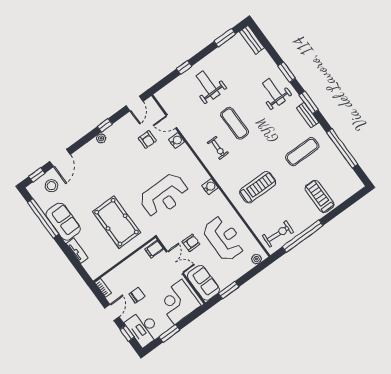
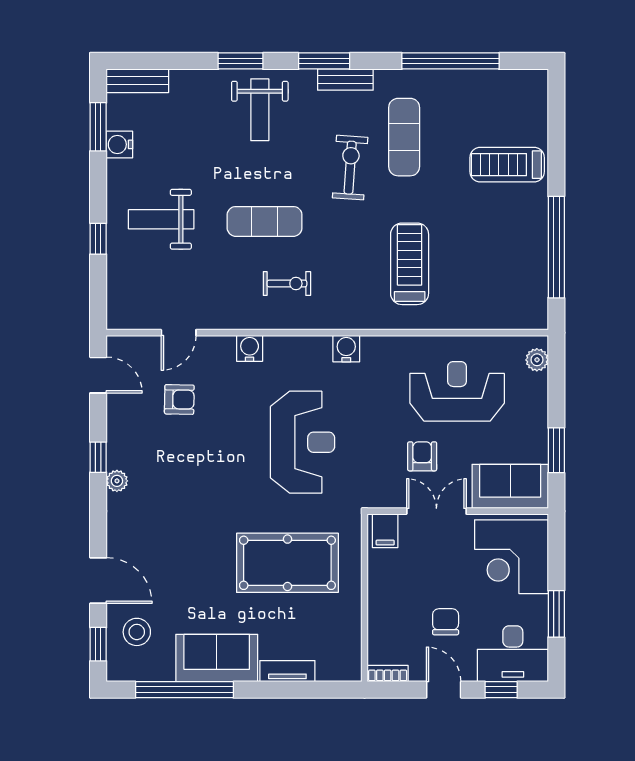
water cooler: (224, 50) -> (119, 144), added
weight bench: (274, 92) -> (260, 110), turned -90
water cooler: (177, 141) -> (250, 348), moved
exercise bike: (278, 234) -> (350, 168), moved

